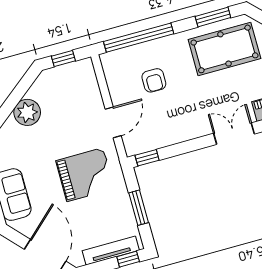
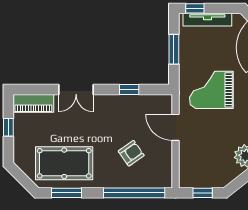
armchair: (154, 80) -> (131, 153), turned 55
door: (113, 122) -> (175, 127), hinge flipped
window: (147, 158) -> (129, 89), moved

